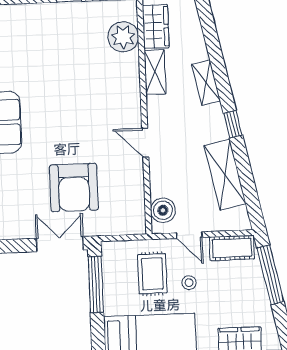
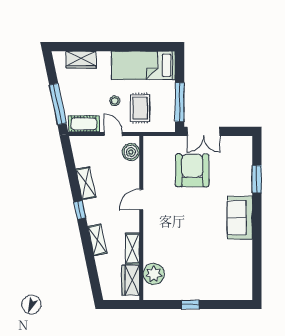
door: (145, 143) -> (141, 200), swing flipped
shelving: (225, 175) -> (86, 183), width x0.67, depth x0.75

